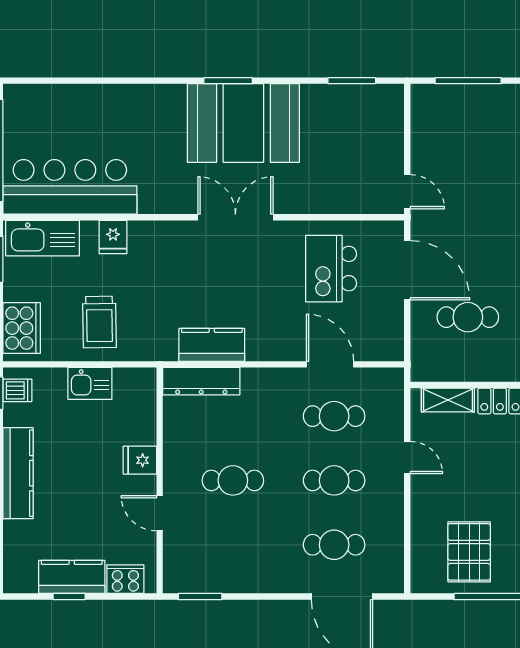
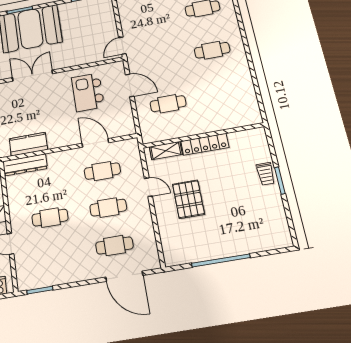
door: (407, 192) -> (122, 46), swing flipped
door: (407, 270) -> (130, 85), width x0.73
pallet: (469, 552) -> (188, 199), moved

